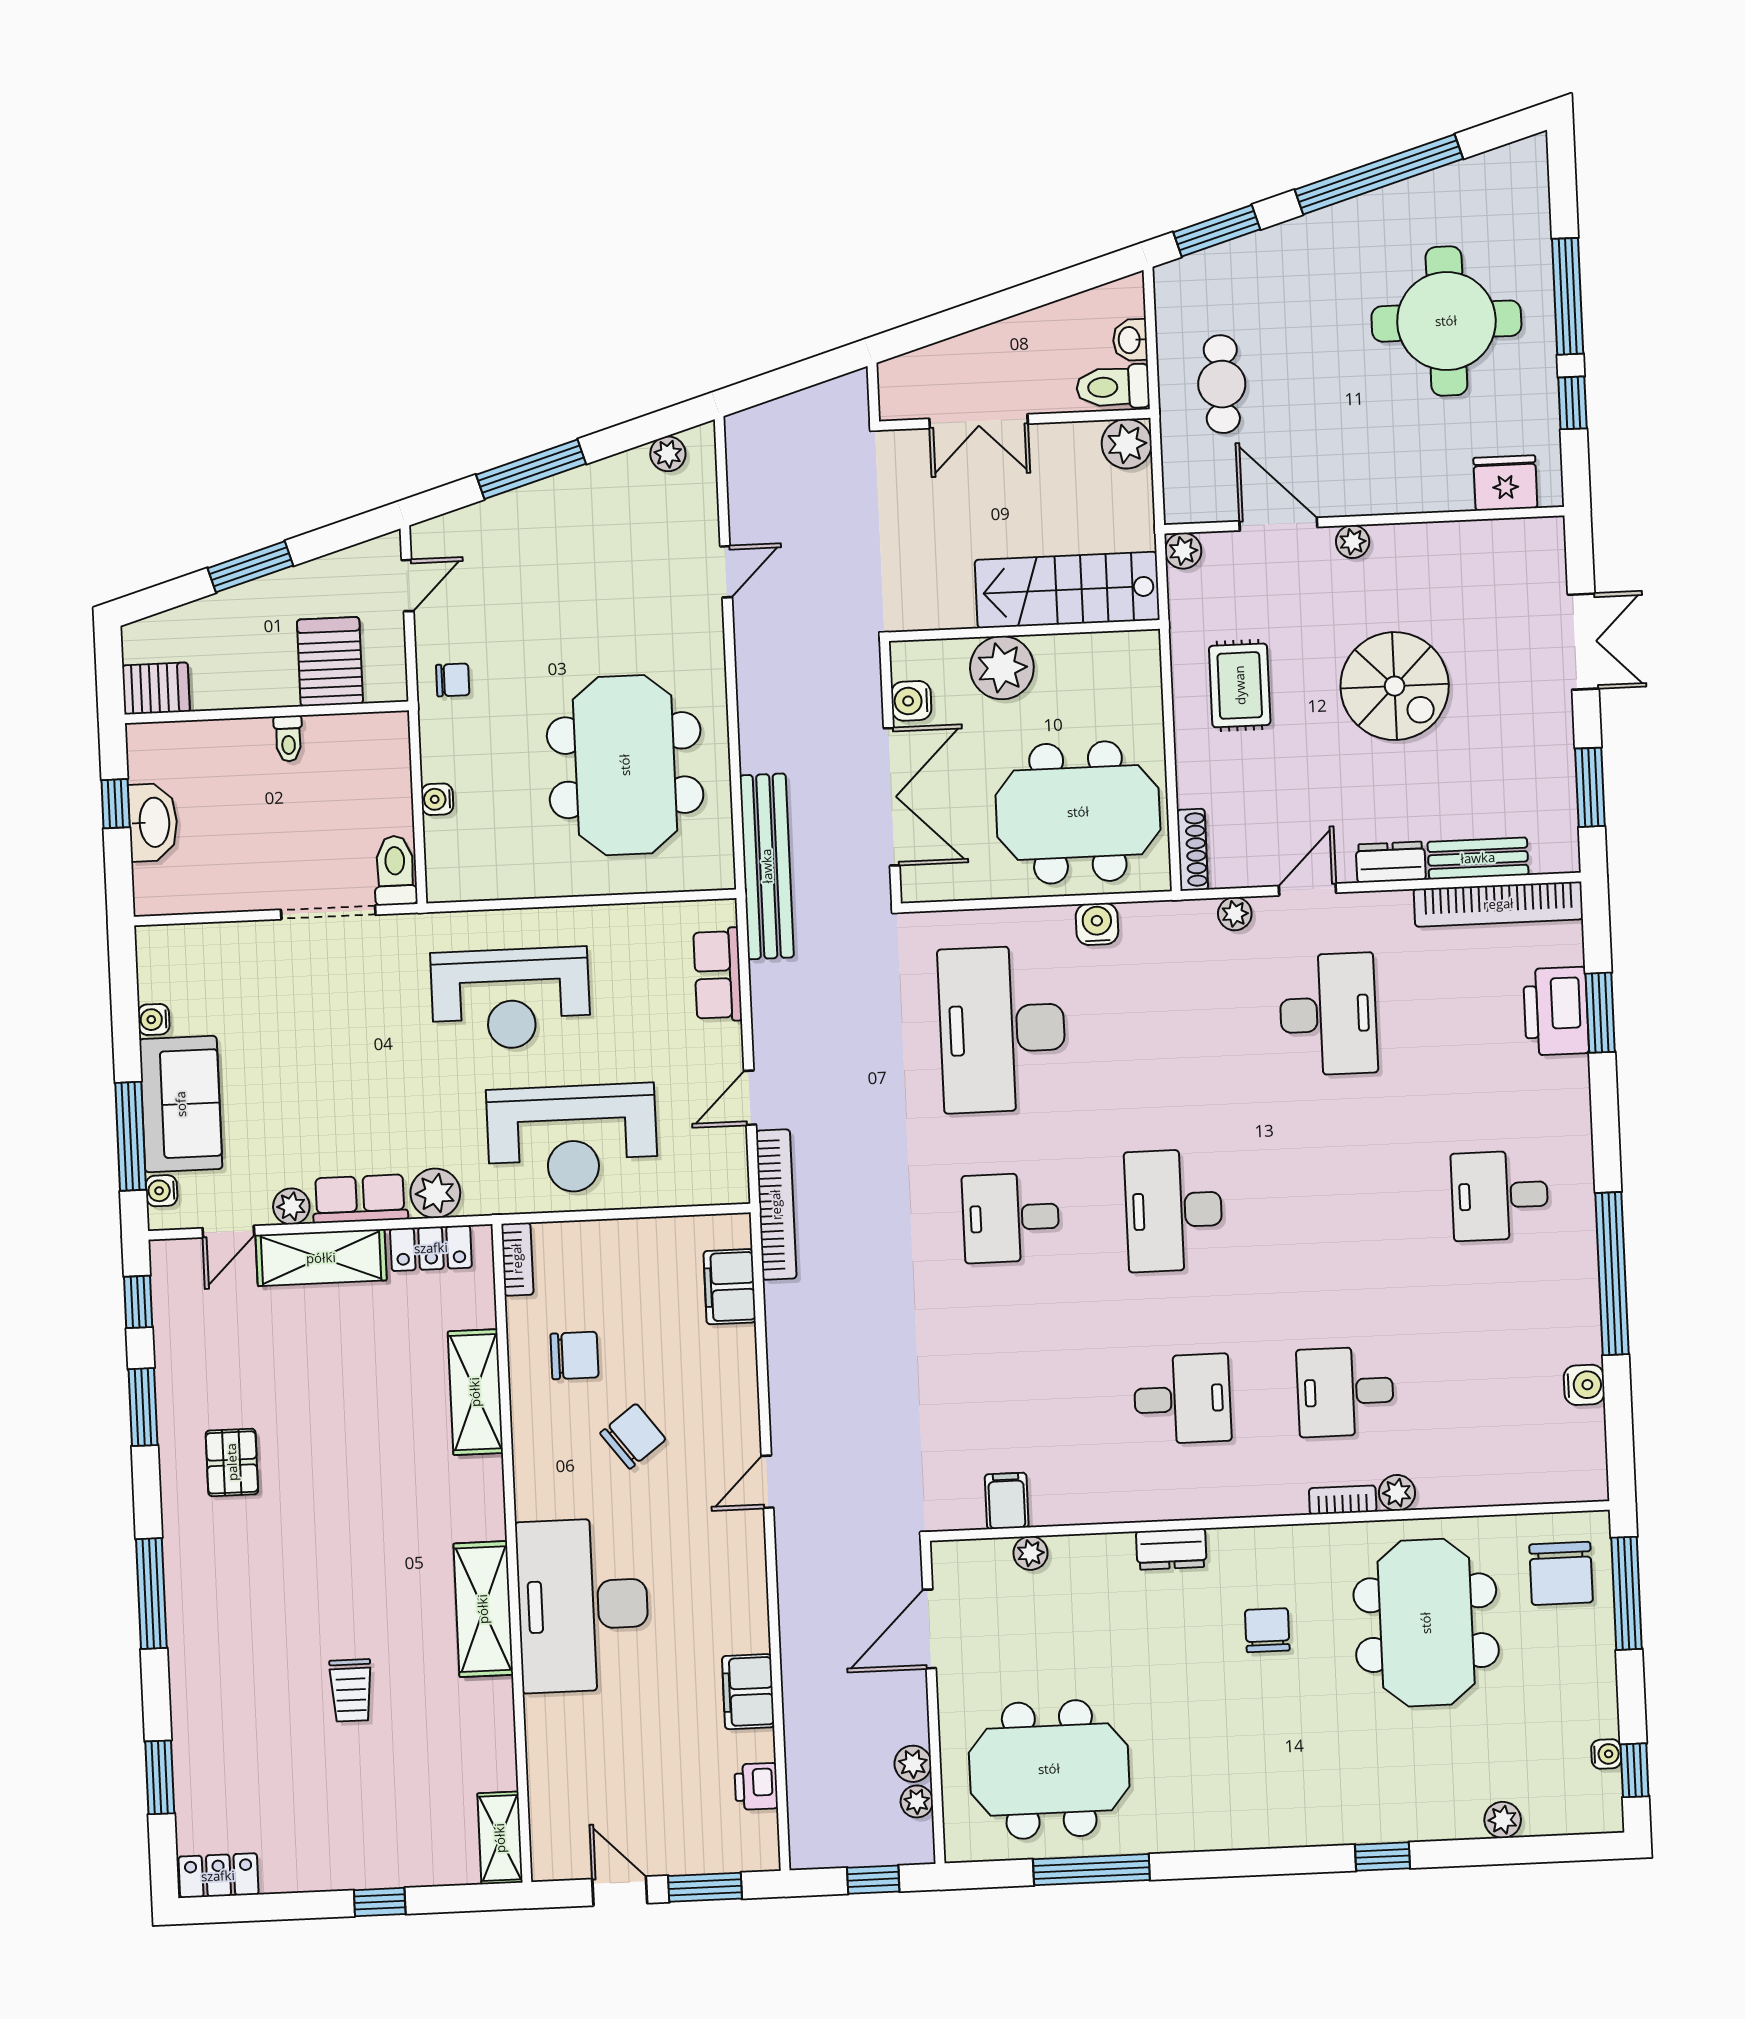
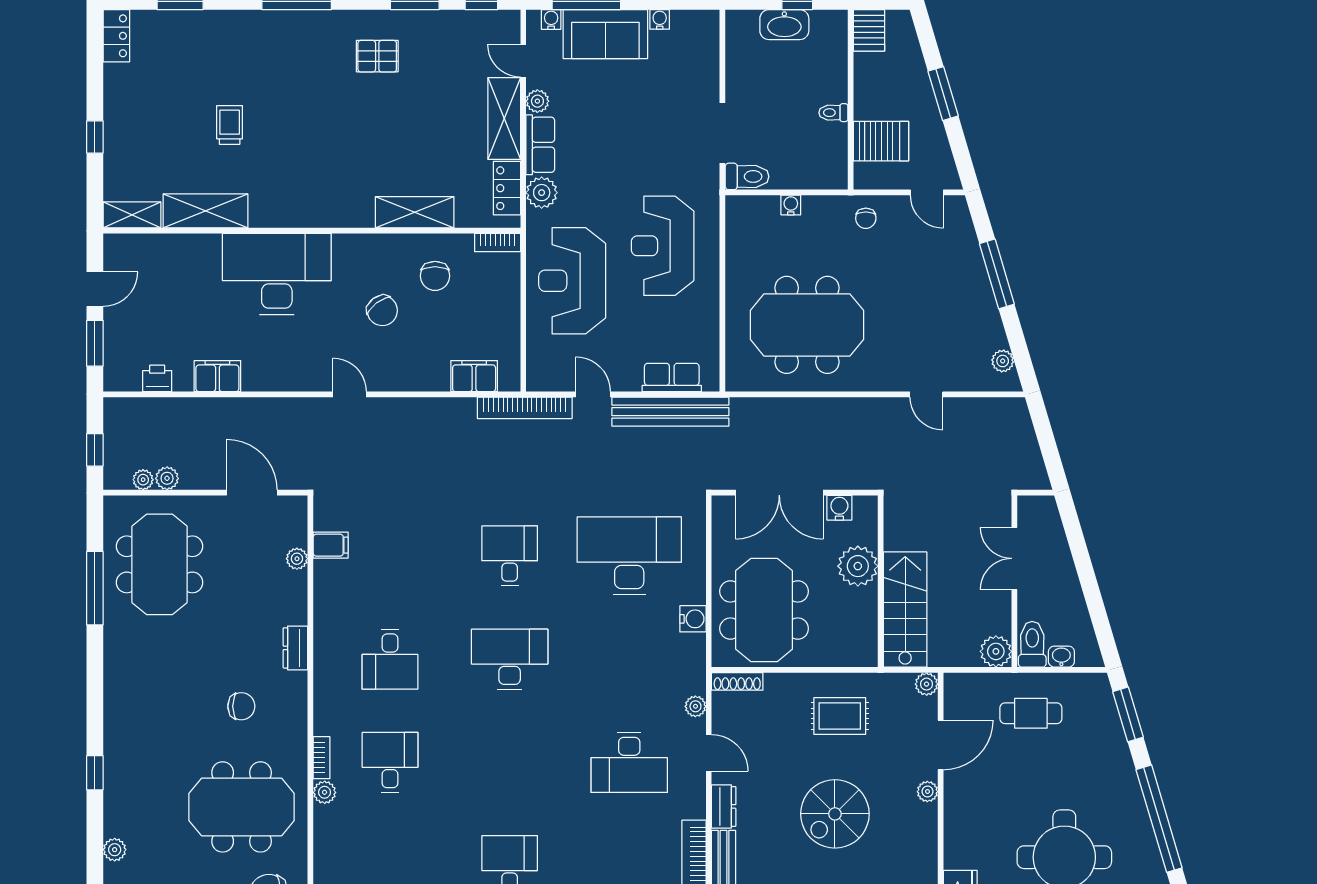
bench: (767, 866) -> (670, 412), moved
shelving: (483, 1609) -> (206, 211), moved
trolley: (351, 1690) -> (230, 125), turned 90

